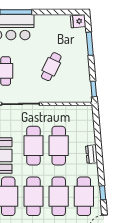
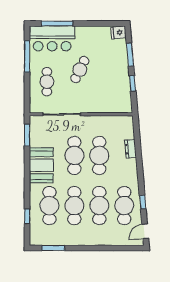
cafe table: (51, 67) -> (80, 70), moved
window: (94, 89) -> (132, 83), moved
dresser: (92, 154) -> (131, 149), moved

